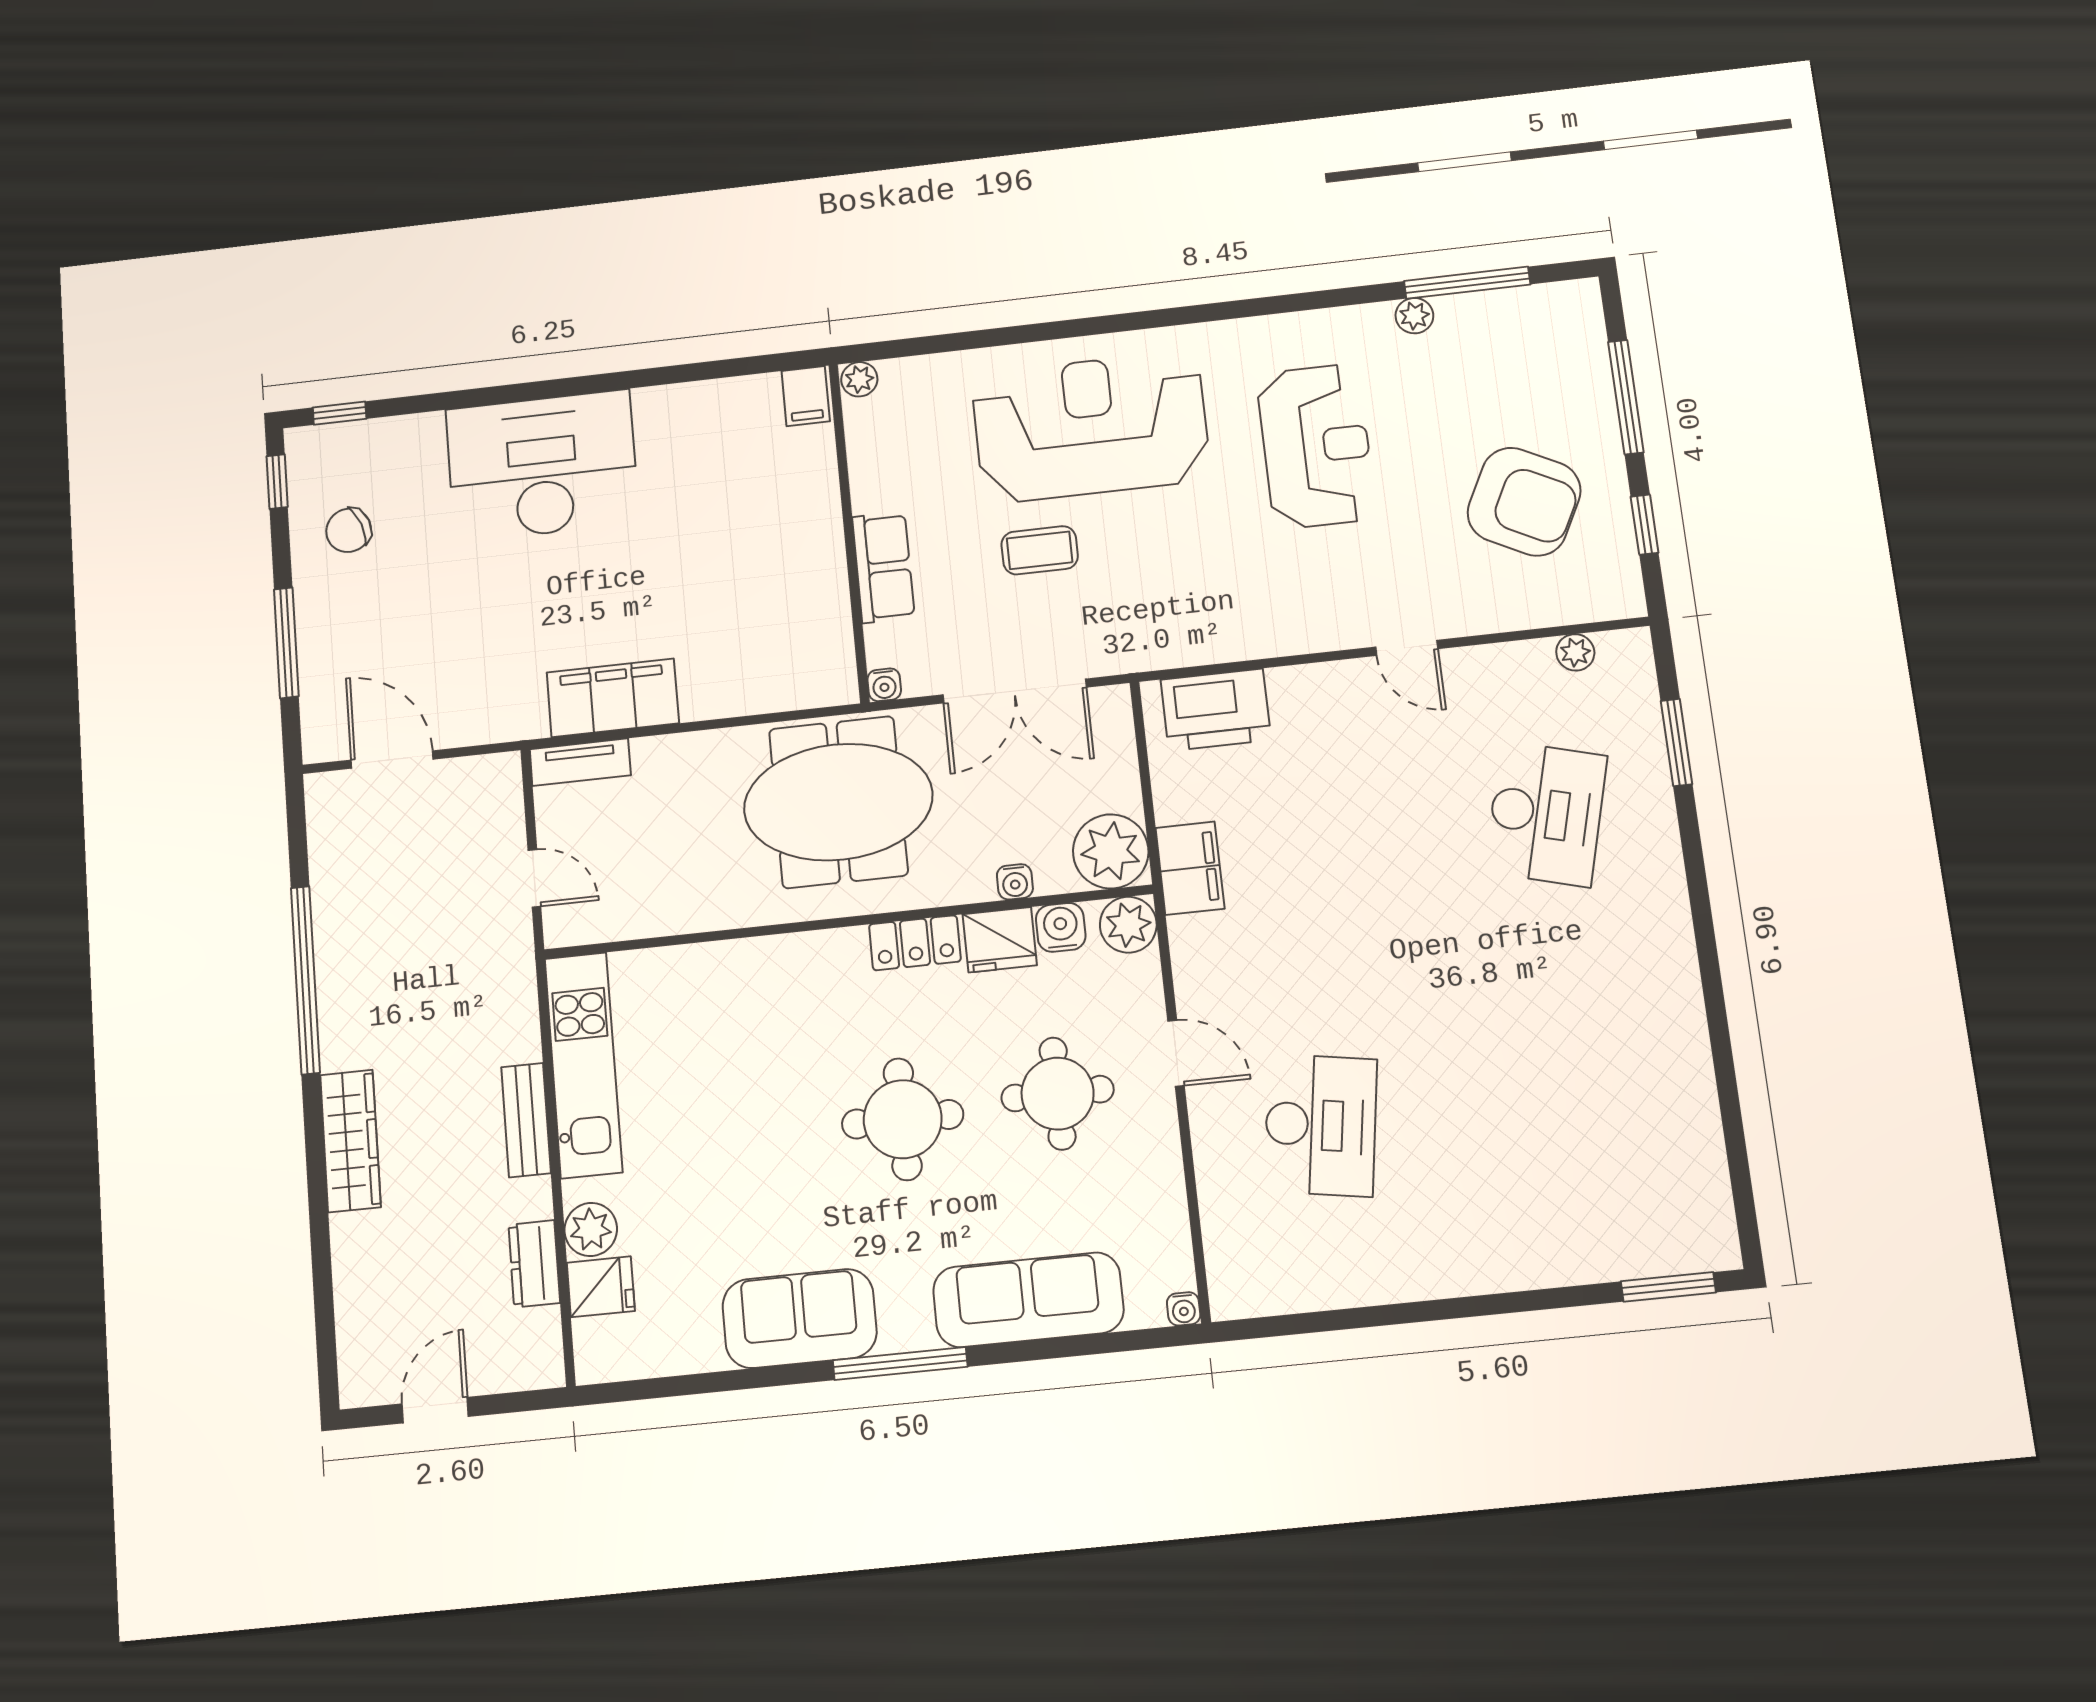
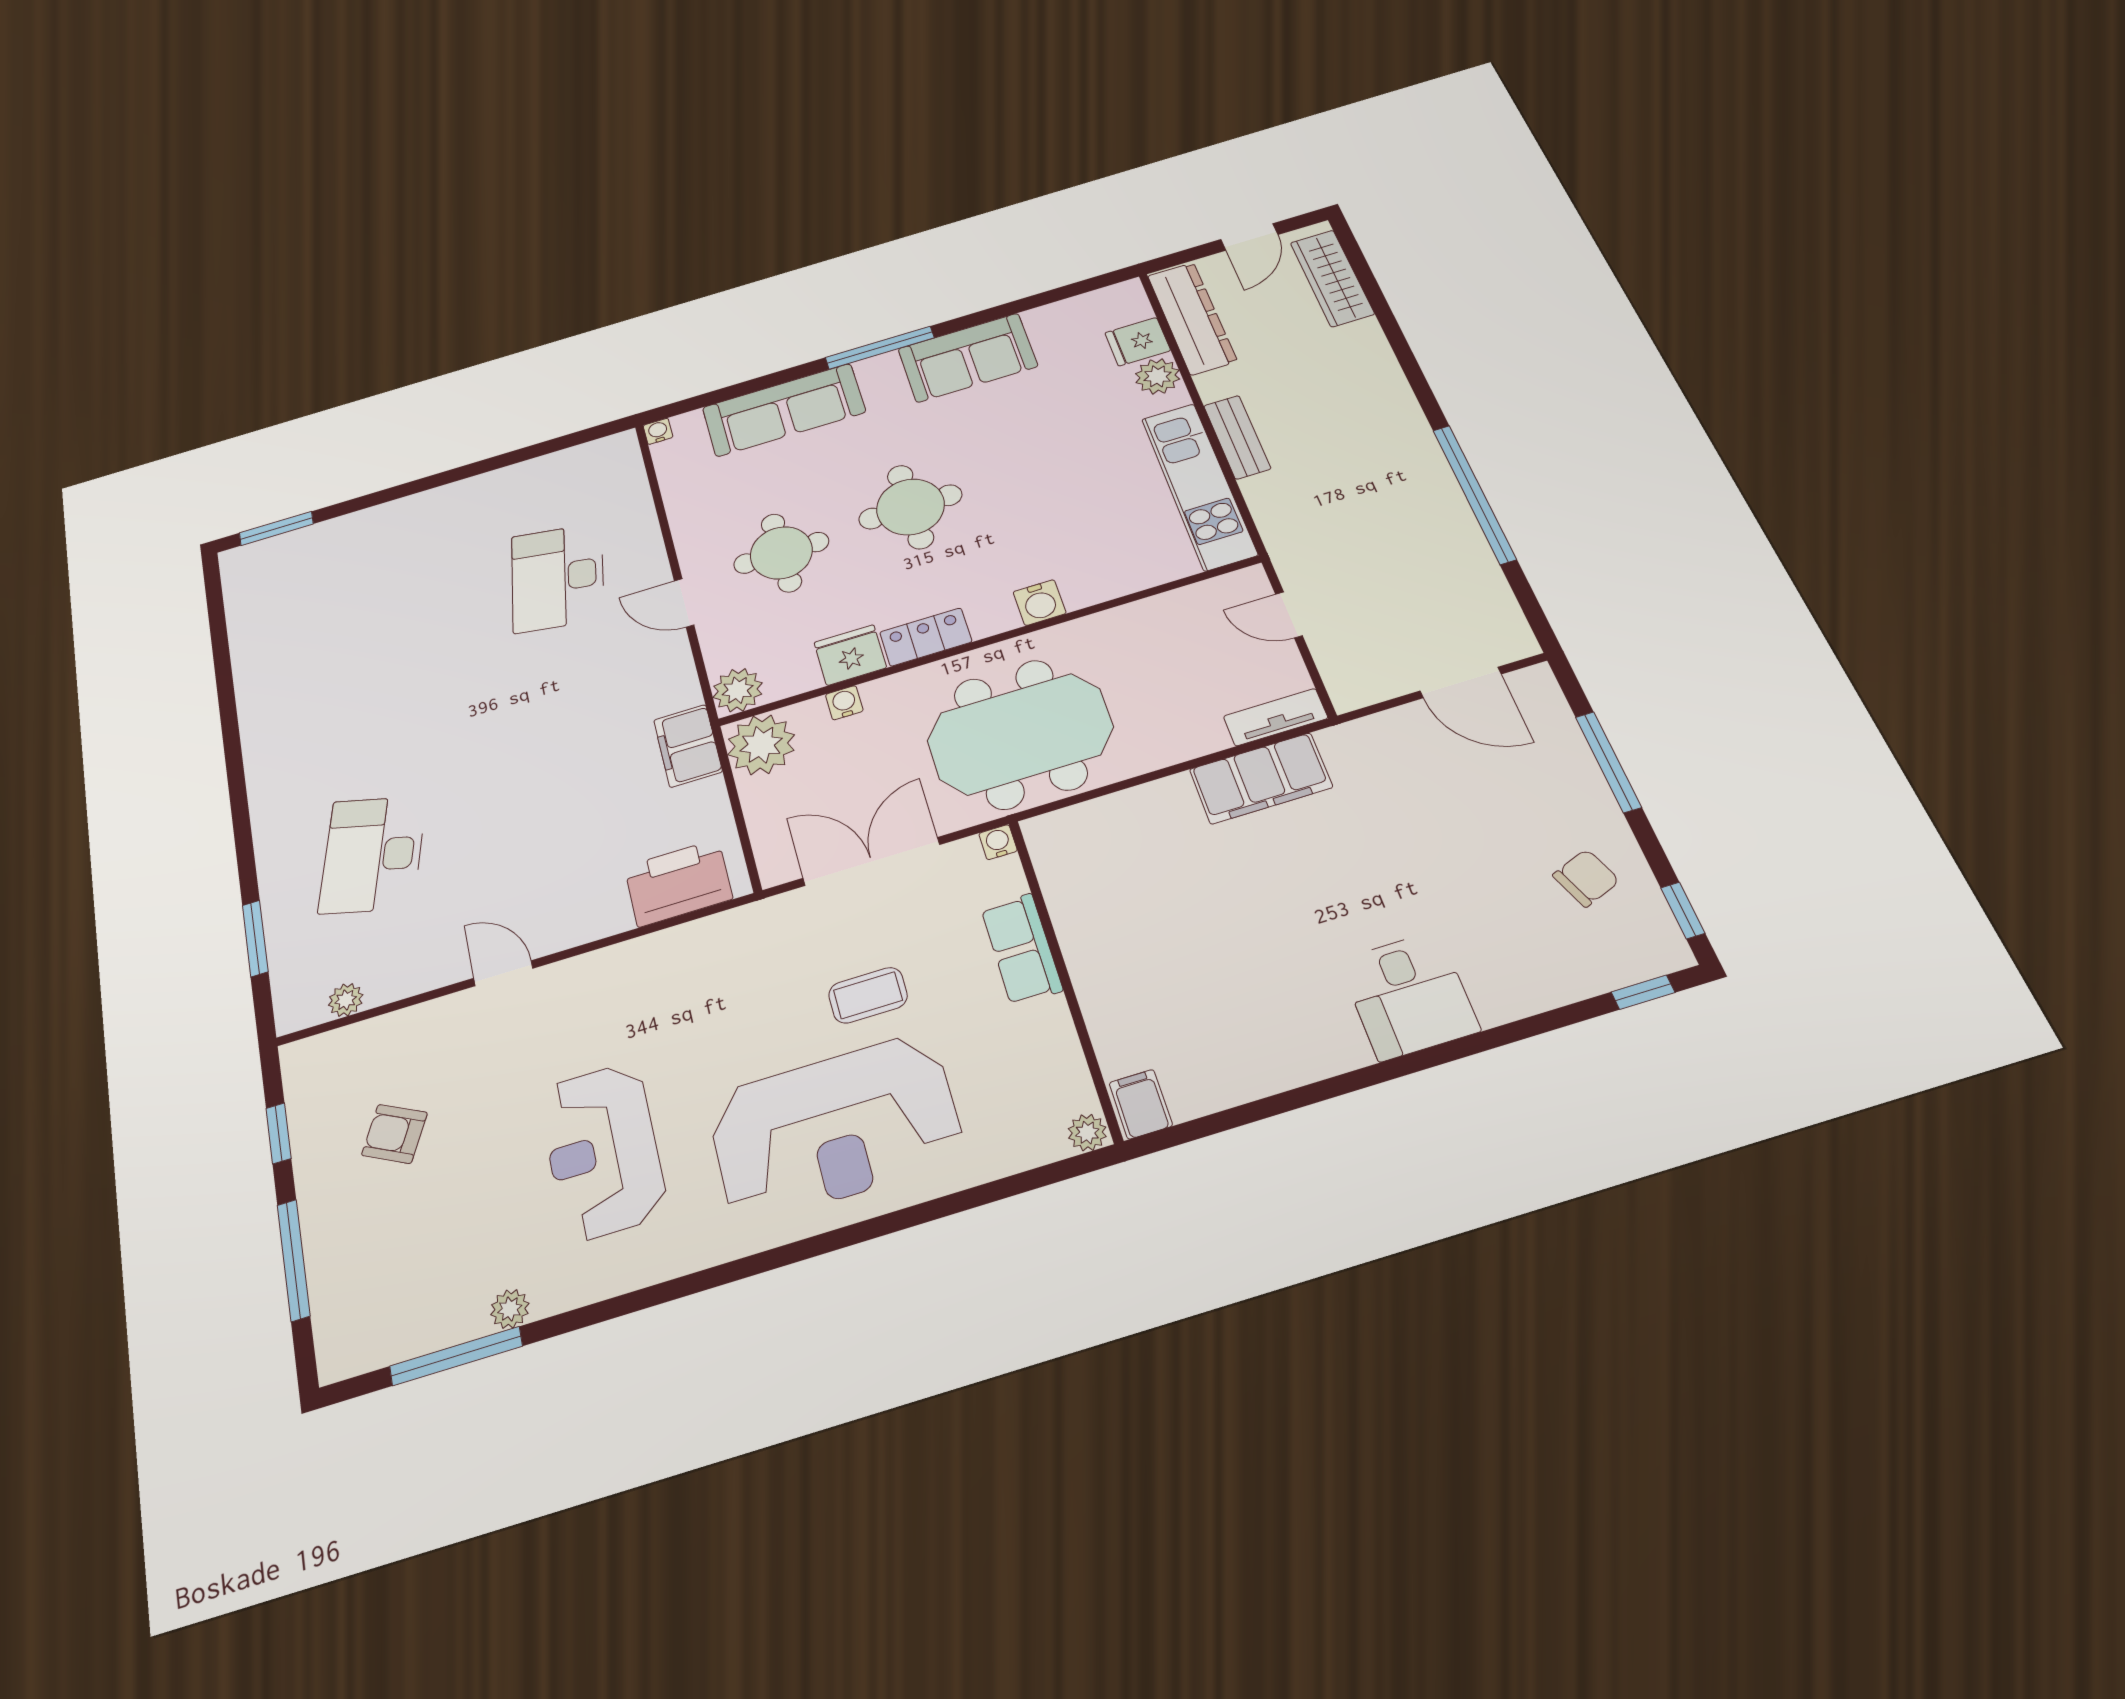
desk: (542, 466) -> (1409, 995), width x0.53, depth x0.77
armchair: (1524, 502) -> (395, 1134), width x0.53, depth x0.53
water cooler: (1061, 927) -> (1040, 603), moved
wardrobe: (350, 1141) -> (1332, 278), moved
dresser: (534, 1264) -> (1192, 318), width x1.96, depth x1.24

